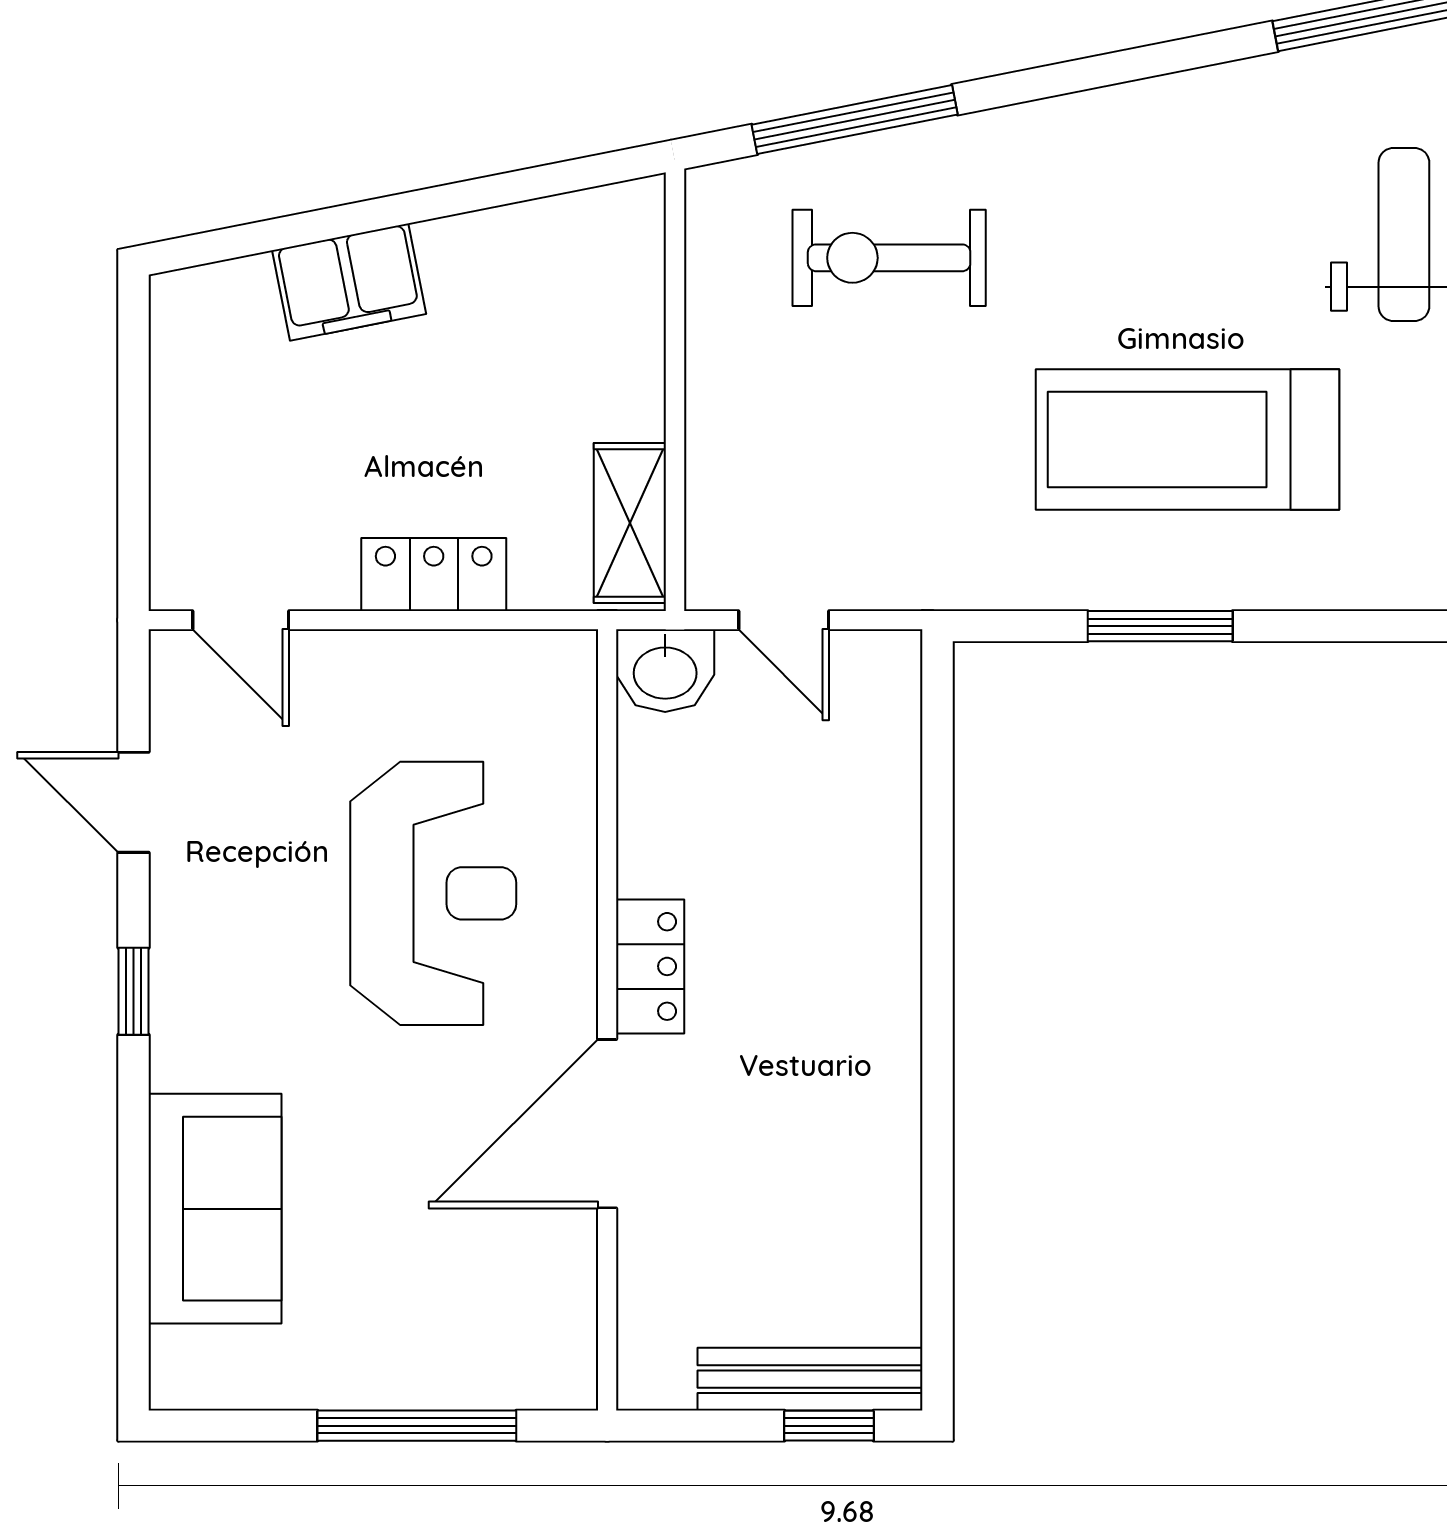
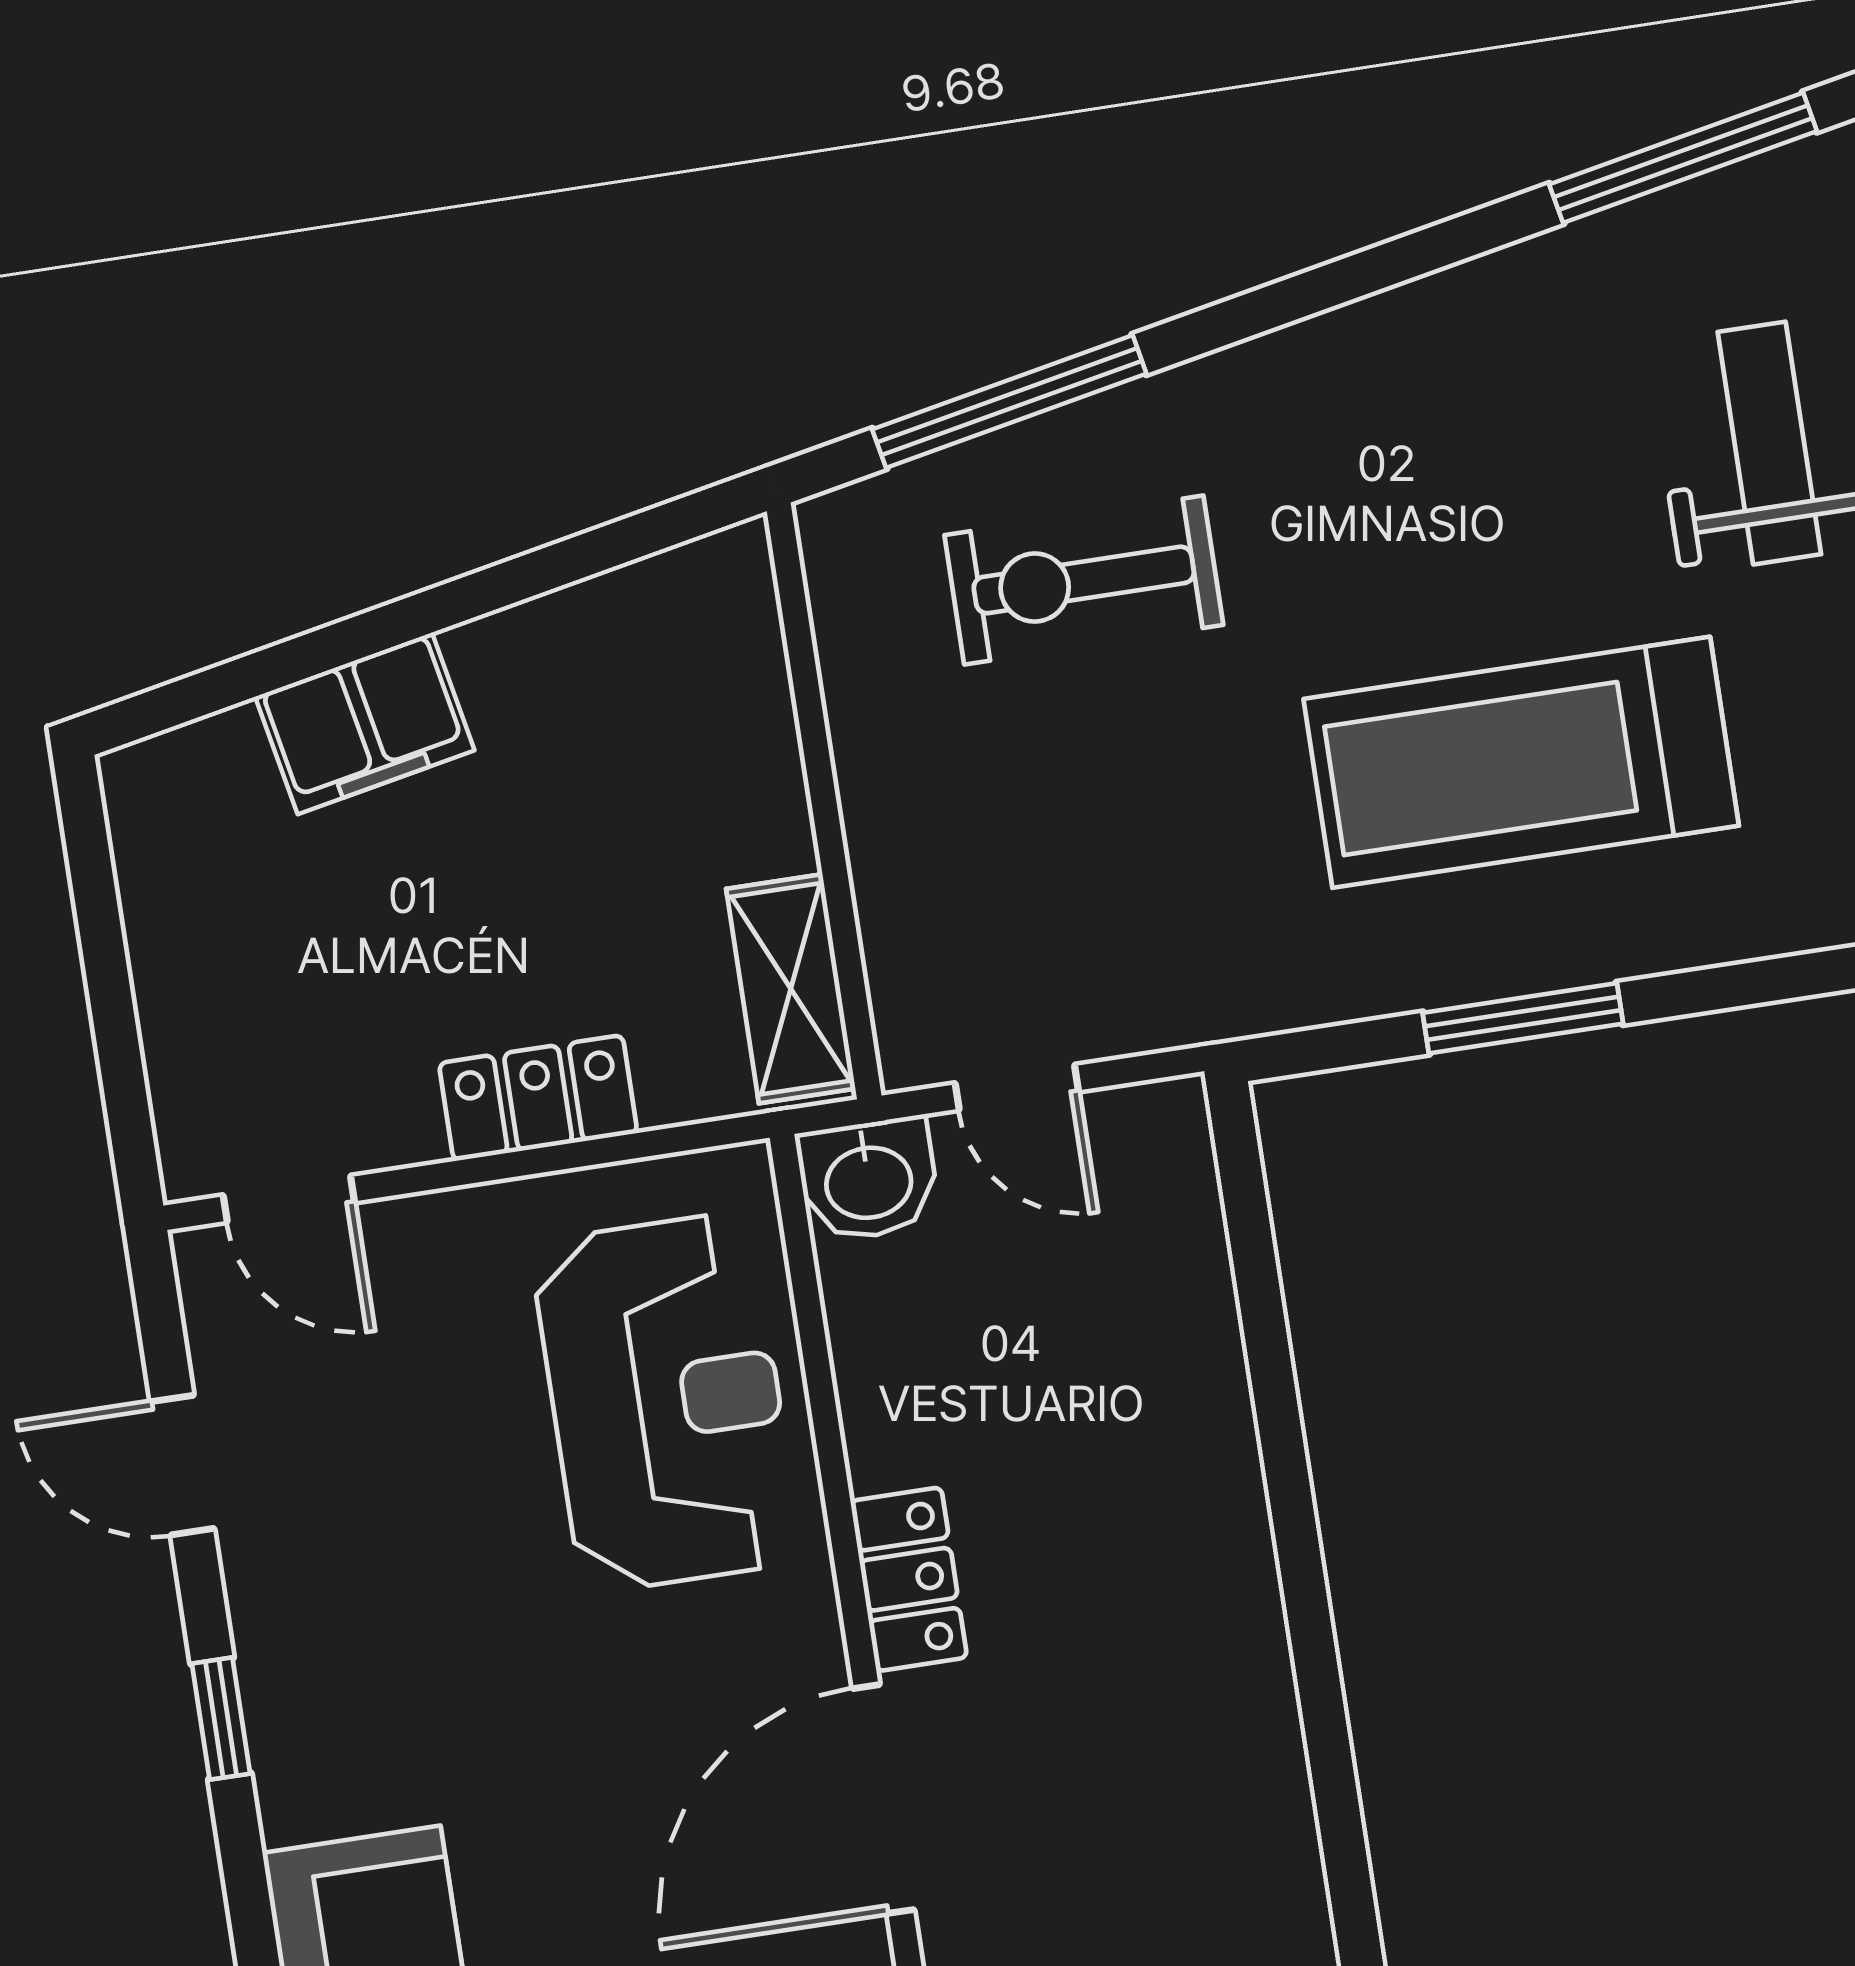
reception desk: (433, 893) -> (666, 1402), moved

